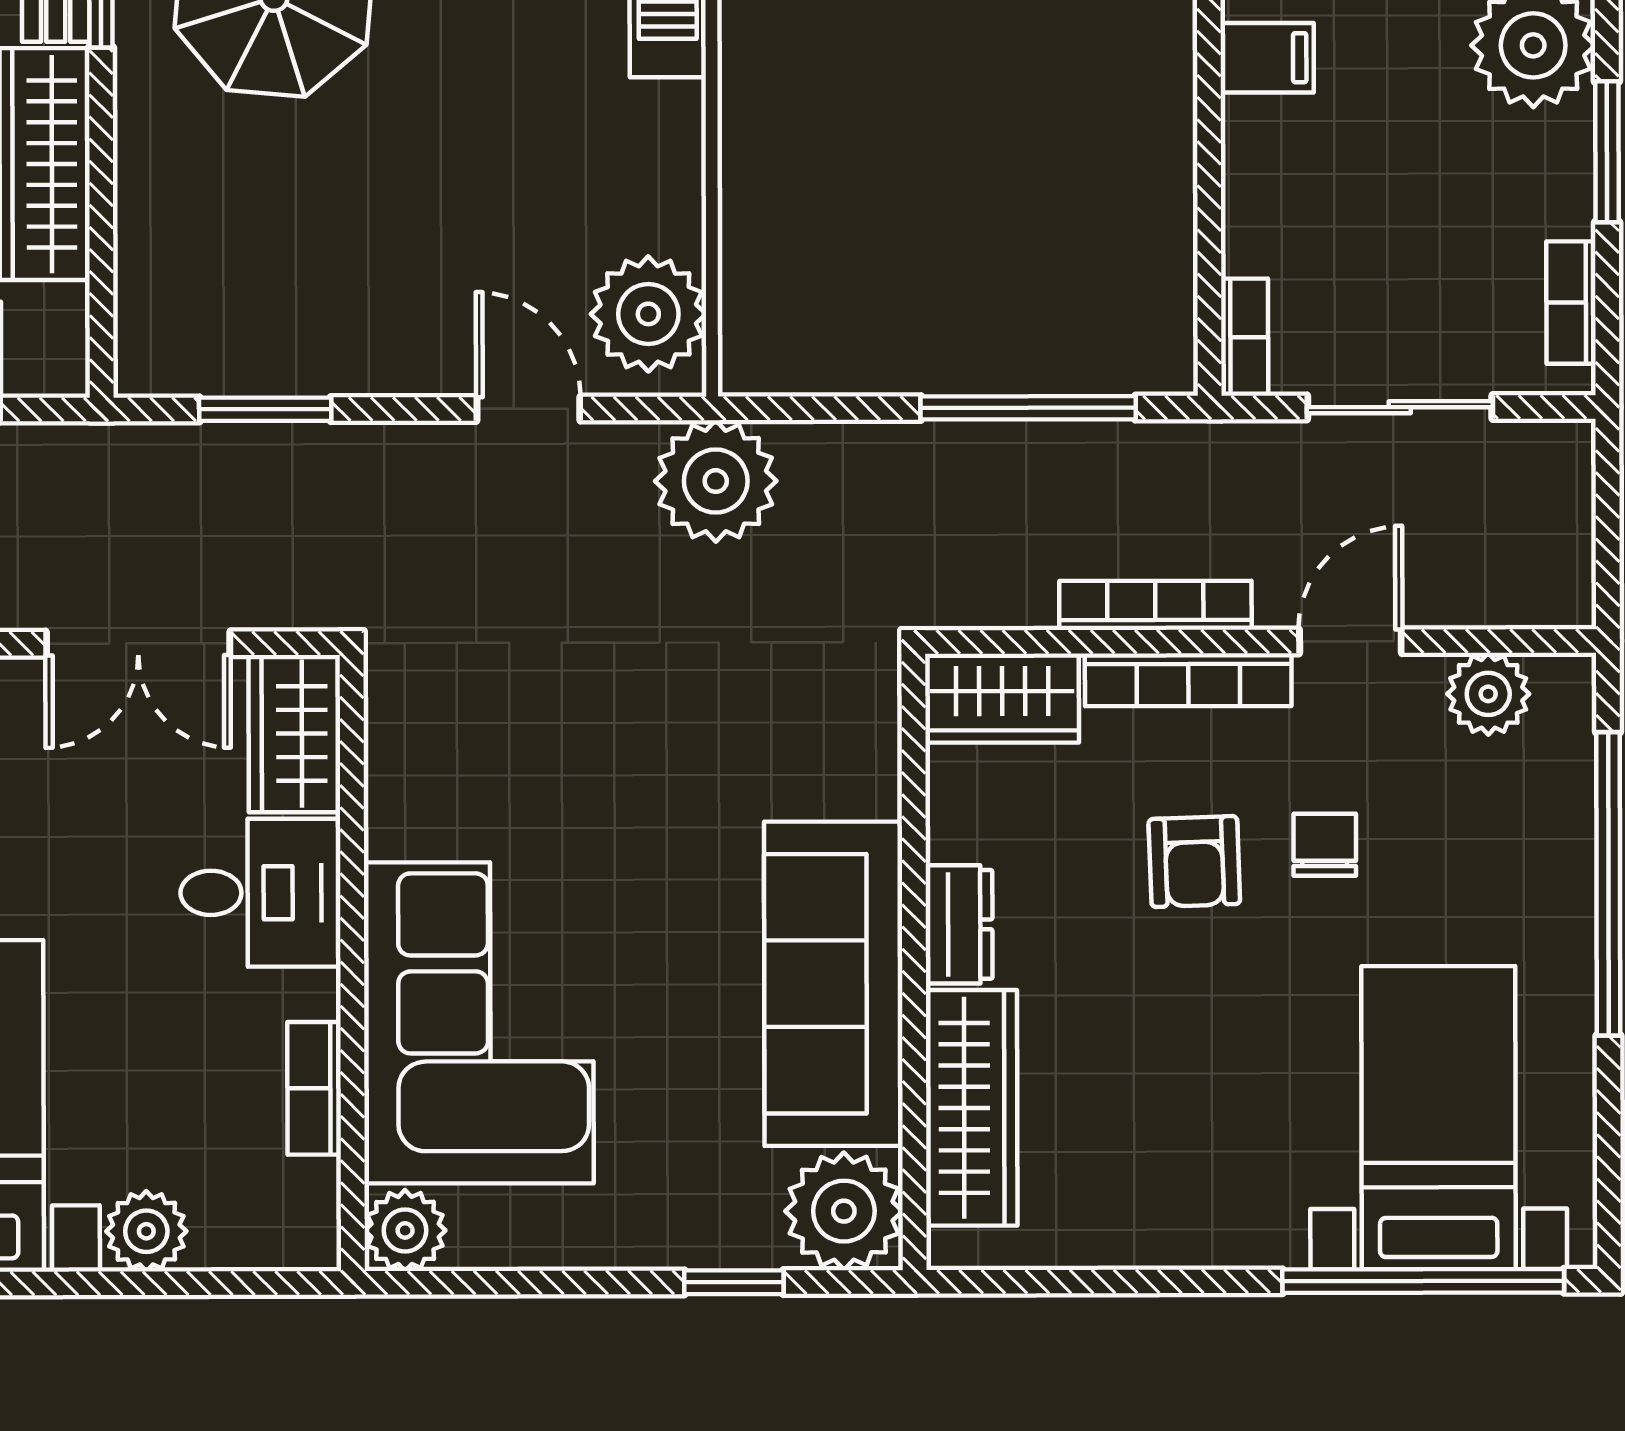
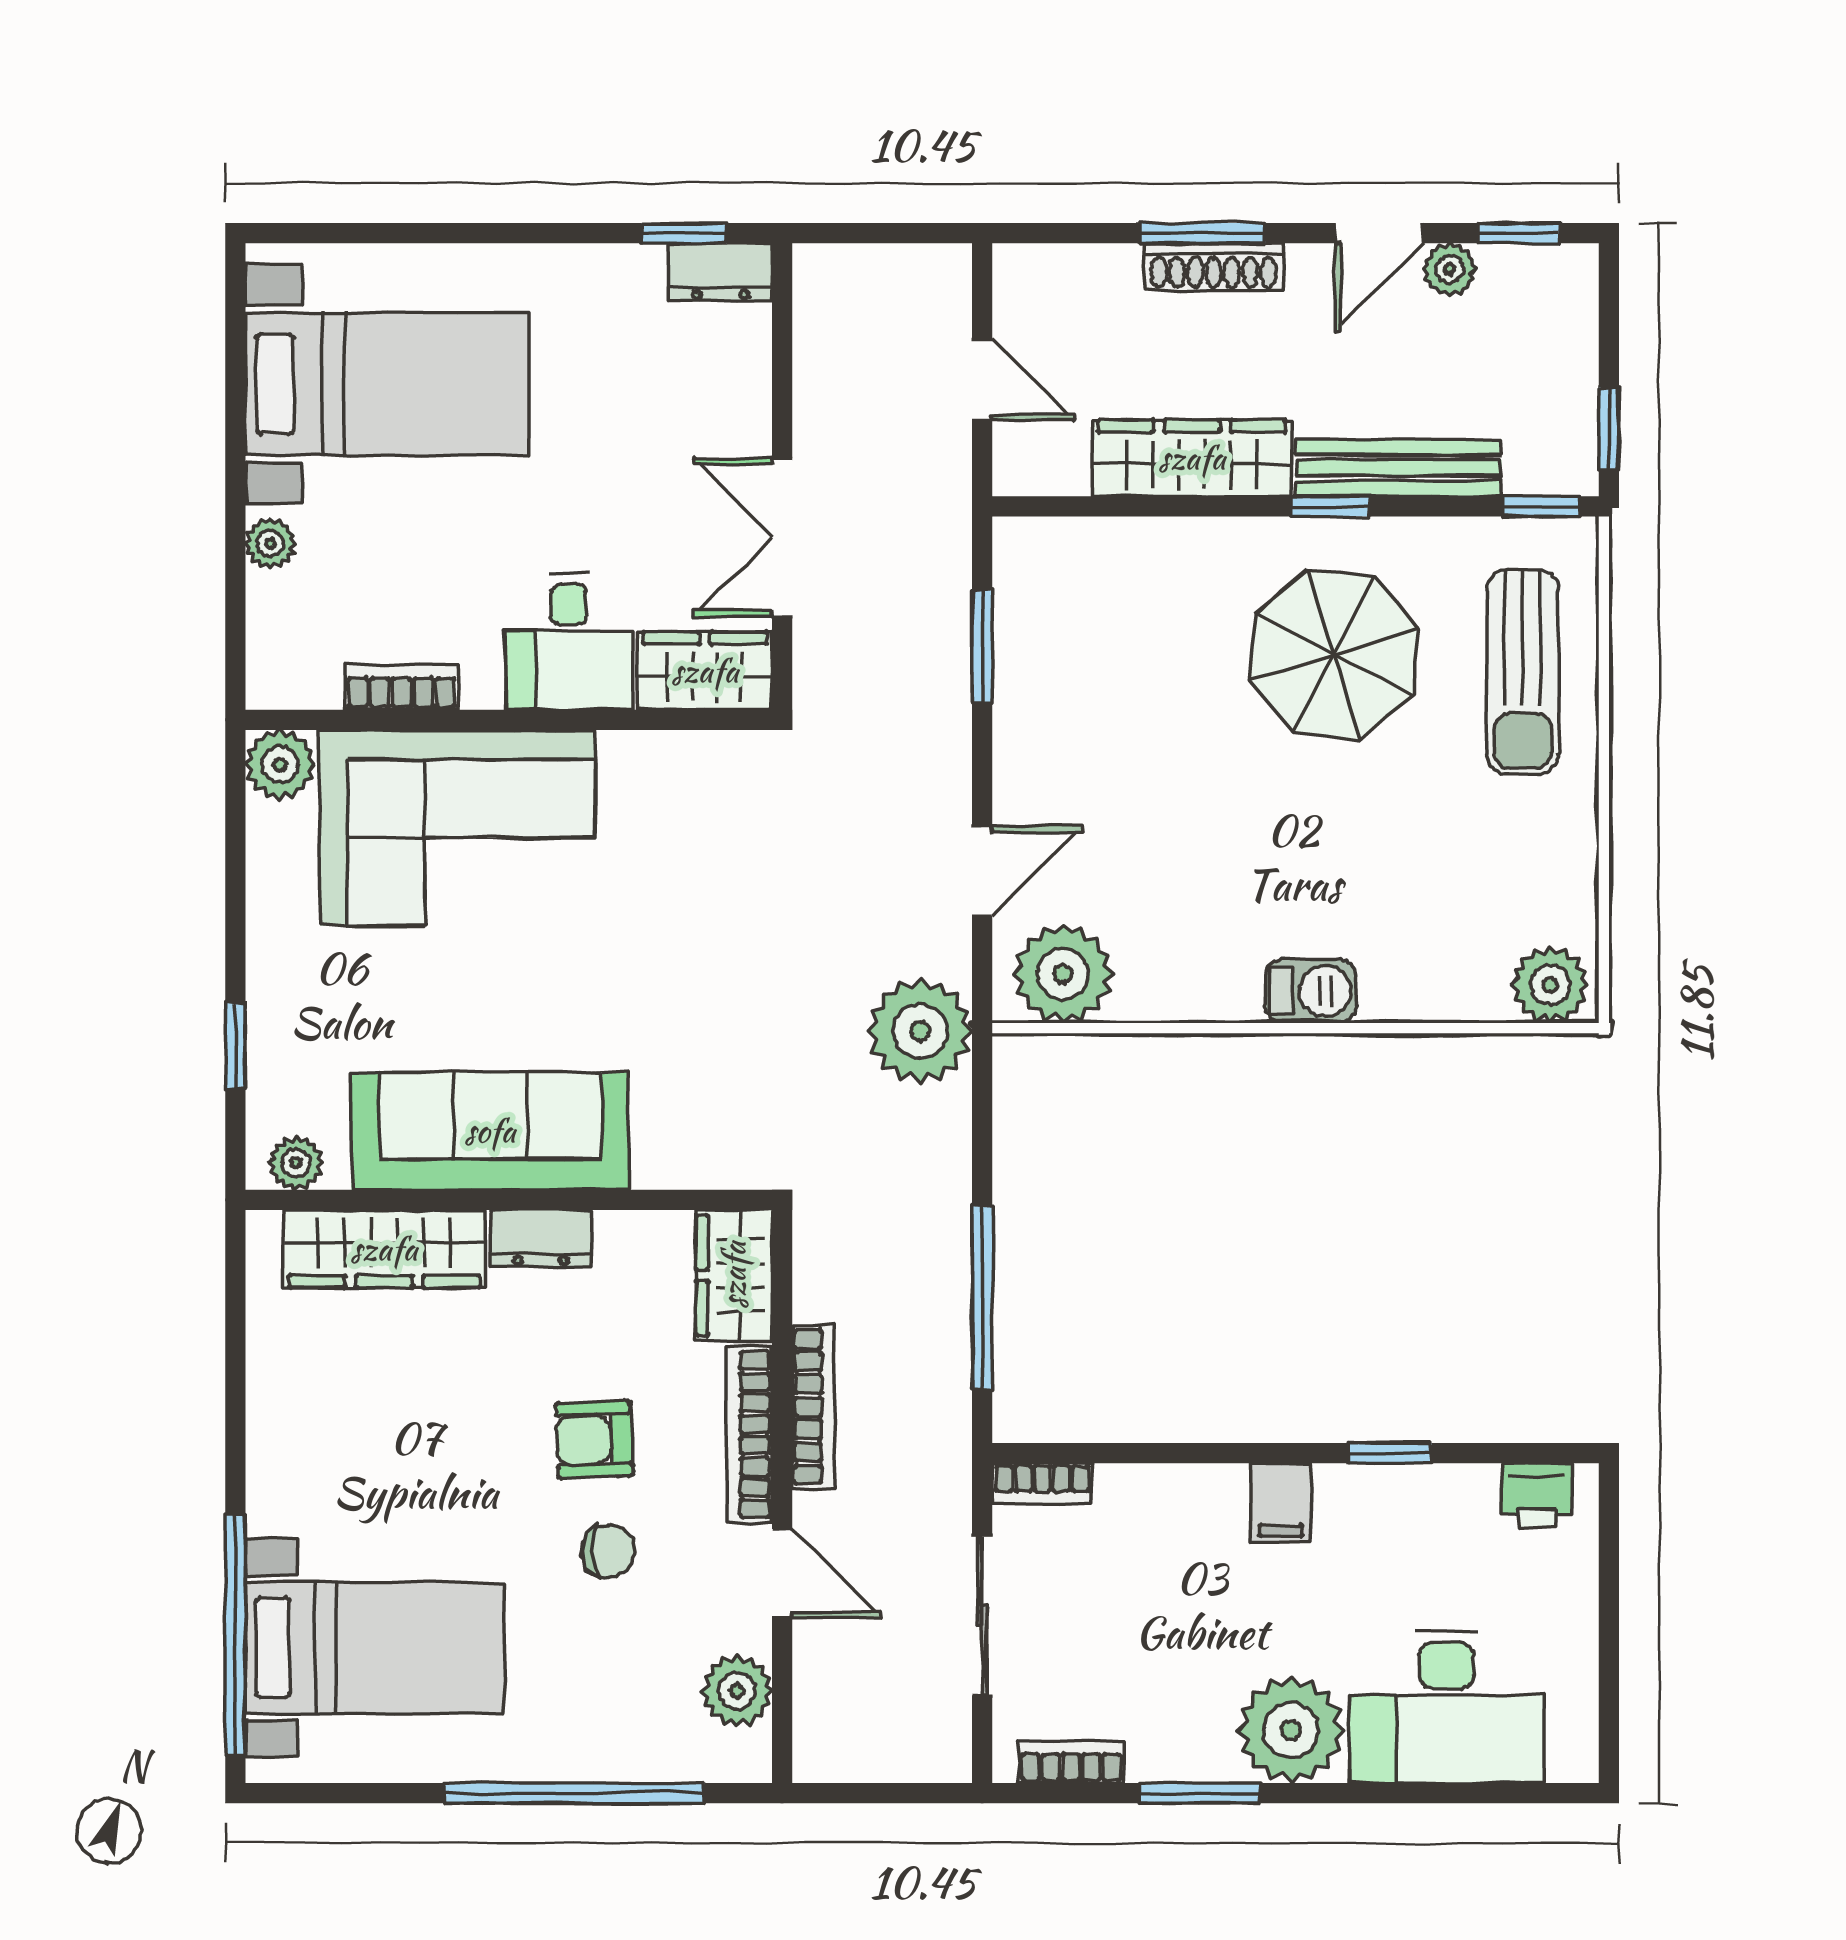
plant: (844, 1211) -> (296, 1163), width x0.53, depth x0.53
plant: (146, 1231) -> (270, 543), width x0.73, depth x0.73

